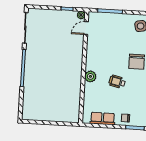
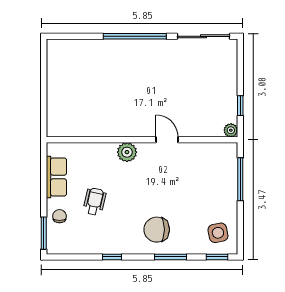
door: (86, 28) -> (167, 140), moved
wheelchair: (117, 82) -> (95, 202), moved

